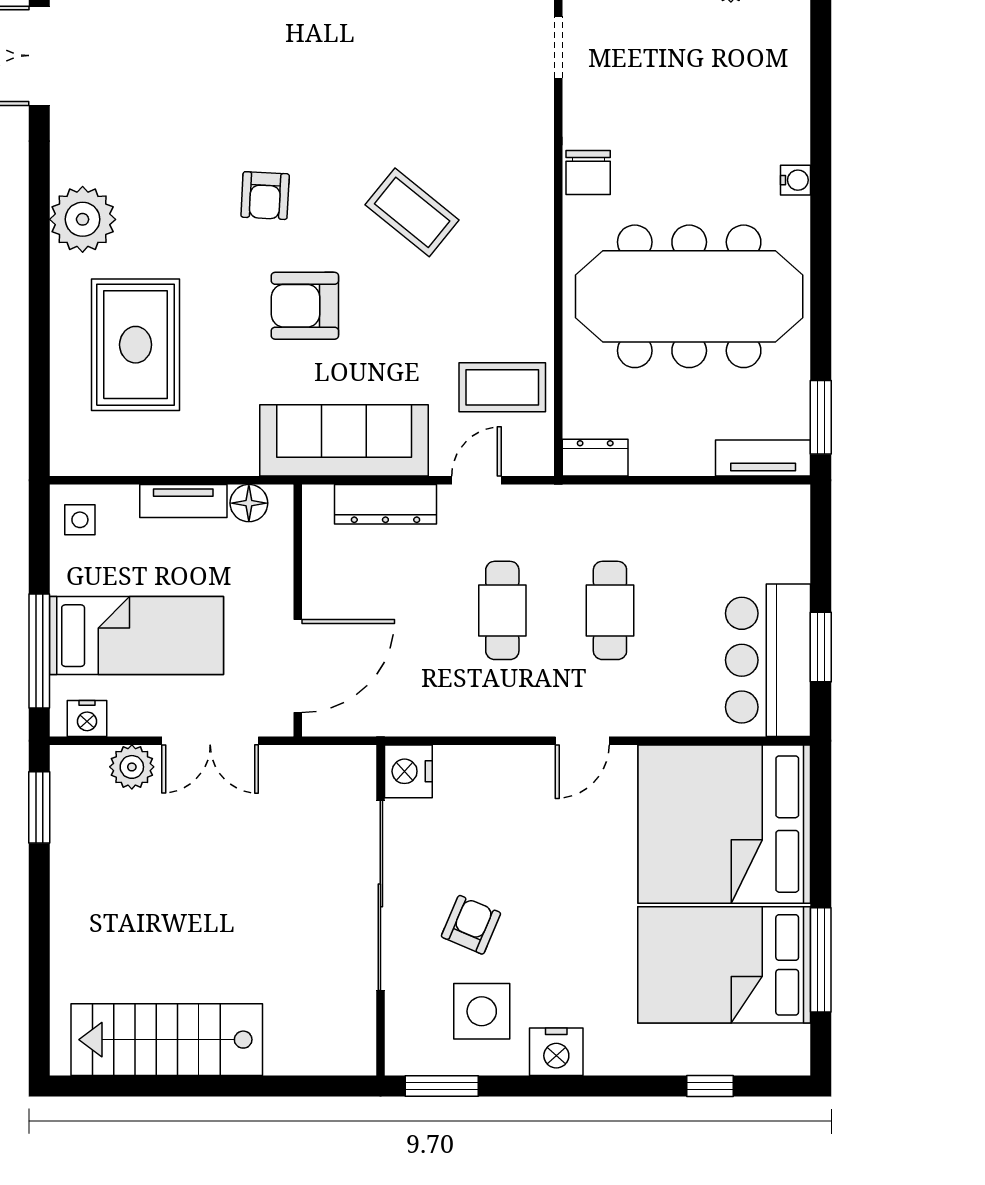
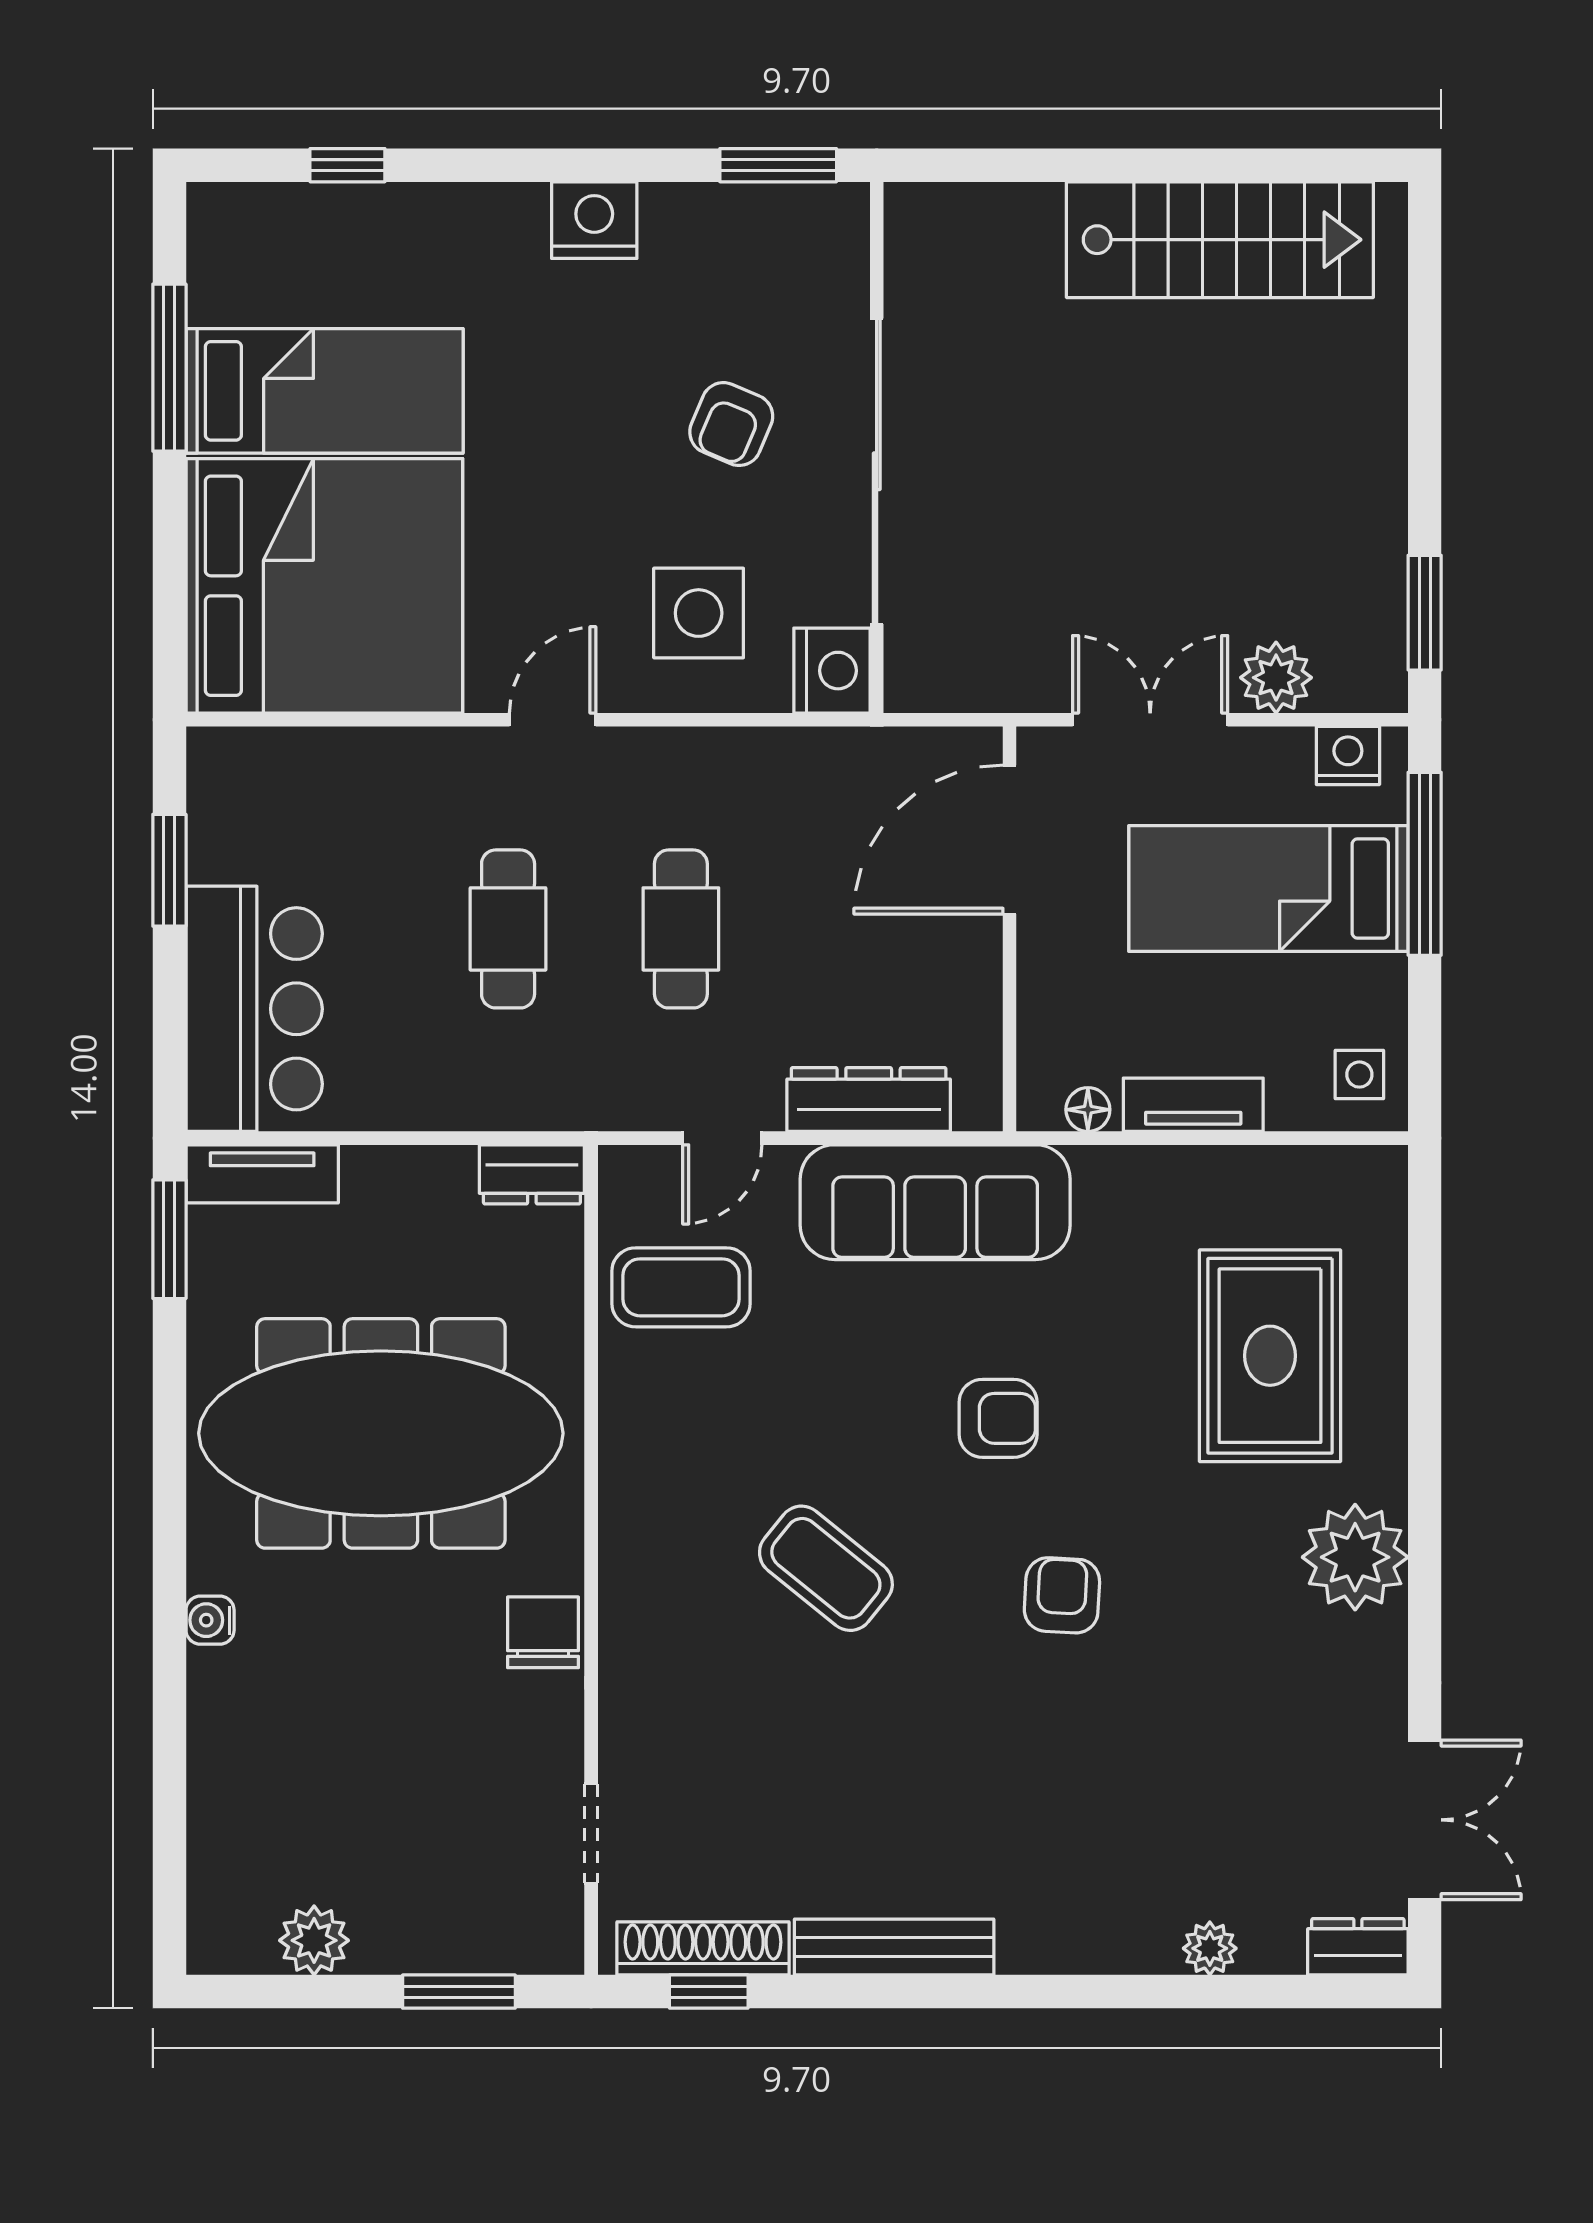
armchair: (305, 306) -> (998, 1418), width x0.72, depth x0.72
floor lamp: (249, 503) -> (1088, 1110), width x0.73, depth x0.73
bar counter: (768, 660) -> (254, 1009), moved
bed: (724, 965) -> (325, 391), width x0.67
side table: (482, 1011) -> (699, 613), moved

